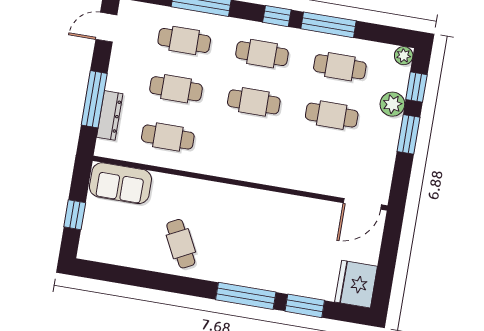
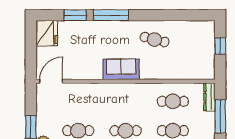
dresser: (110, 115) -> (209, 97), moved
sofa: (120, 183) -> (121, 69), moved
cafe table: (181, 244) -> (155, 40), turned -49

